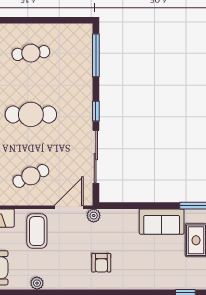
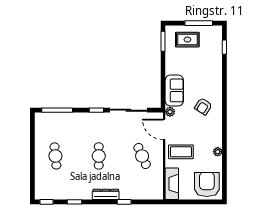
cafe table: (31, 114) -> (99, 156), width x0.73, depth x0.74
sofa: (162, 222) -> (174, 90), moved
armchair: (101, 263) -> (203, 106), turned 123

